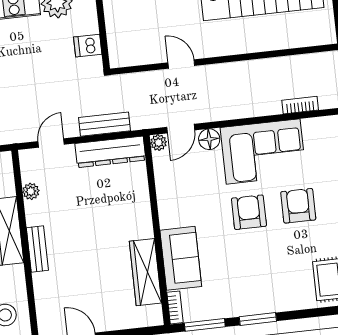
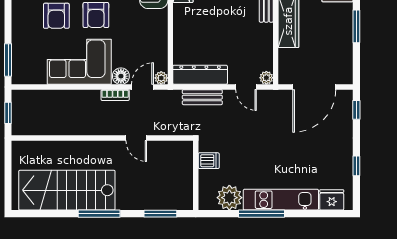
bookcase: (300, 105) -> (115, 95), moved
door: (51, 143) -> (246, 87), hinge flipped
plant: (31, 191) -> (266, 78), moved

